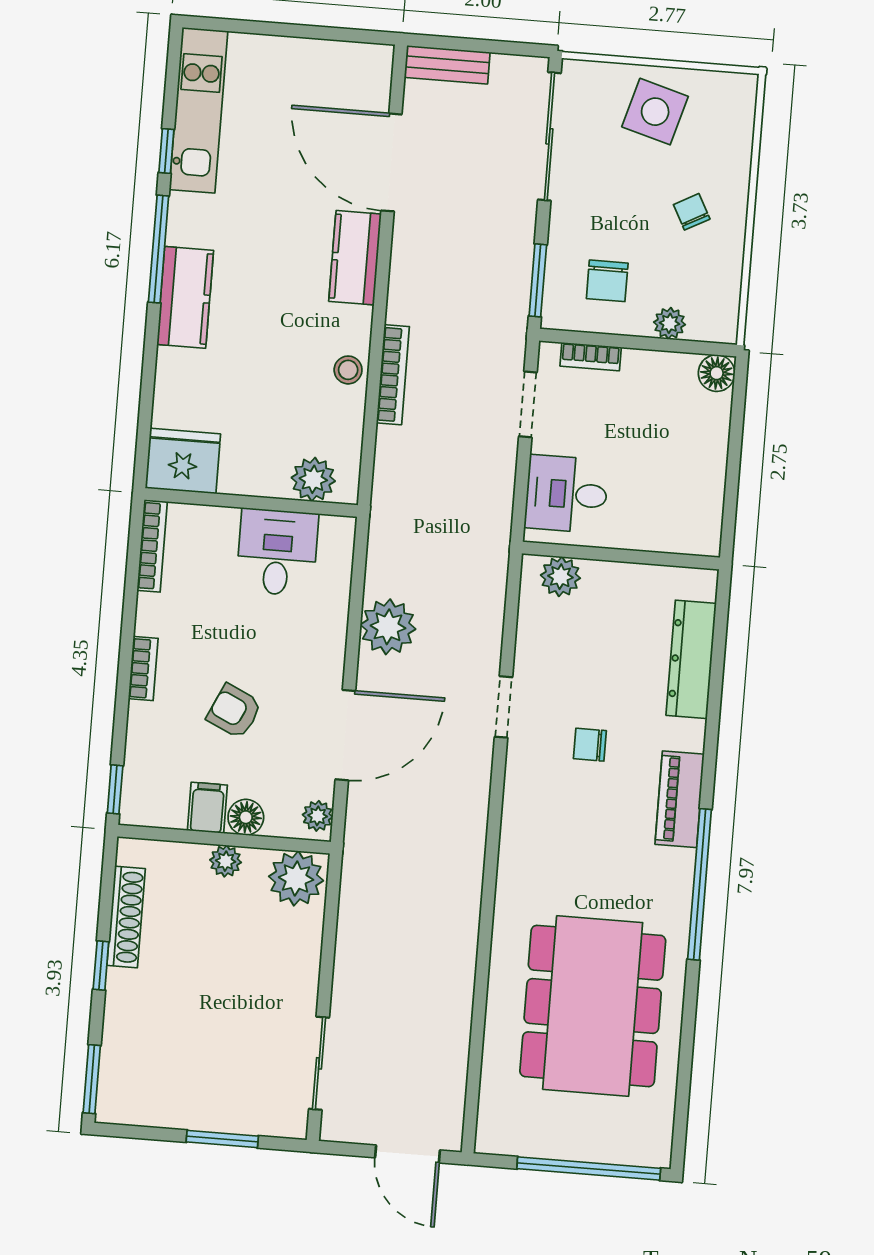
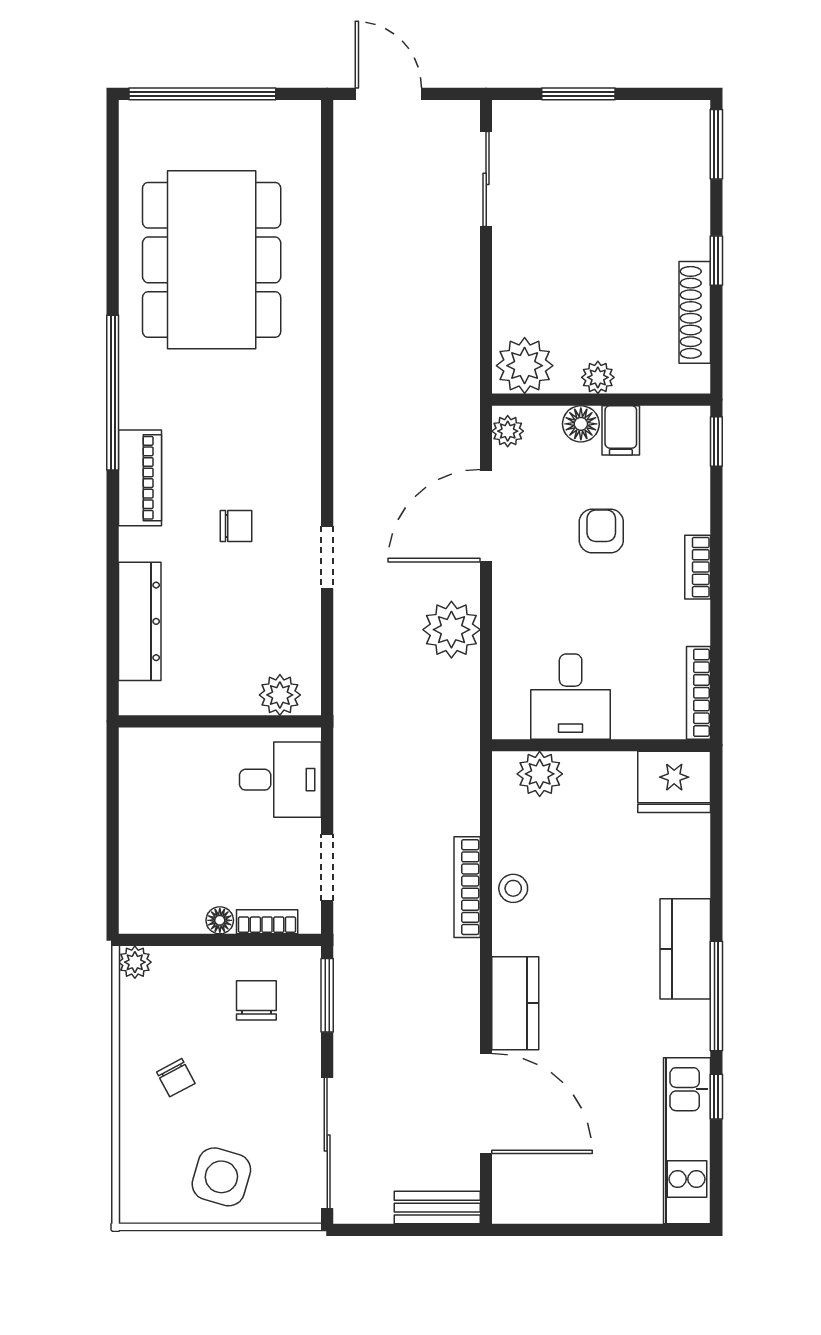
plant: (670, 323) -> (135, 962), moved
floor lamp: (717, 373) -> (220, 920), moved, width x0.73, depth x0.73
armchair: (234, 711) -> (601, 531), turned -115

